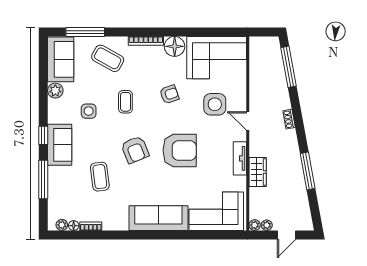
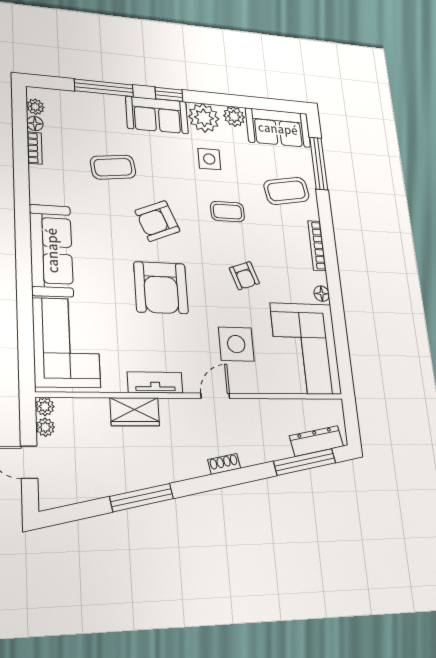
floor lamp: (175, 46) -> (322, 294), width x0.53, depth x0.53
dresser: (276, 57) -> (316, 441), added
coffee table: (108, 58) -> (286, 191), turned 51
plant: (58, 112) -> (204, 118), added

